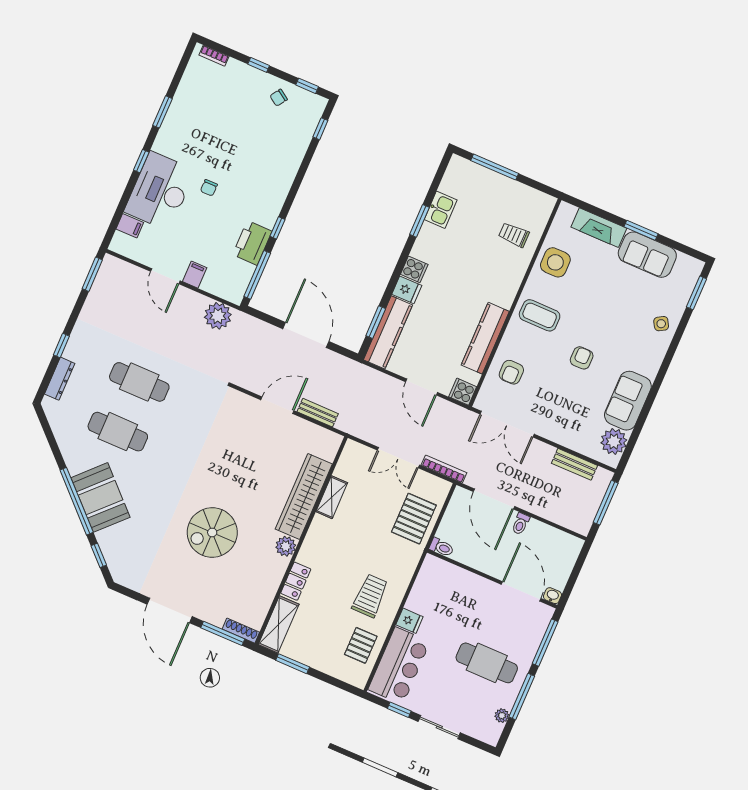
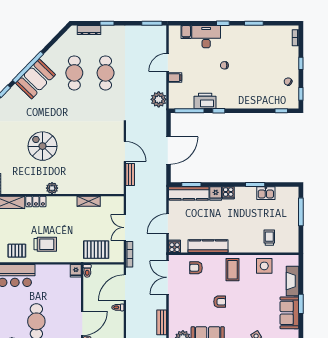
desk: (160, 191) -> (206, 37), width x0.73, depth x0.77
wardrobe: (304, 496) -> (83, 186), removed
fridge: (409, 621) -> (76, 271), moved

